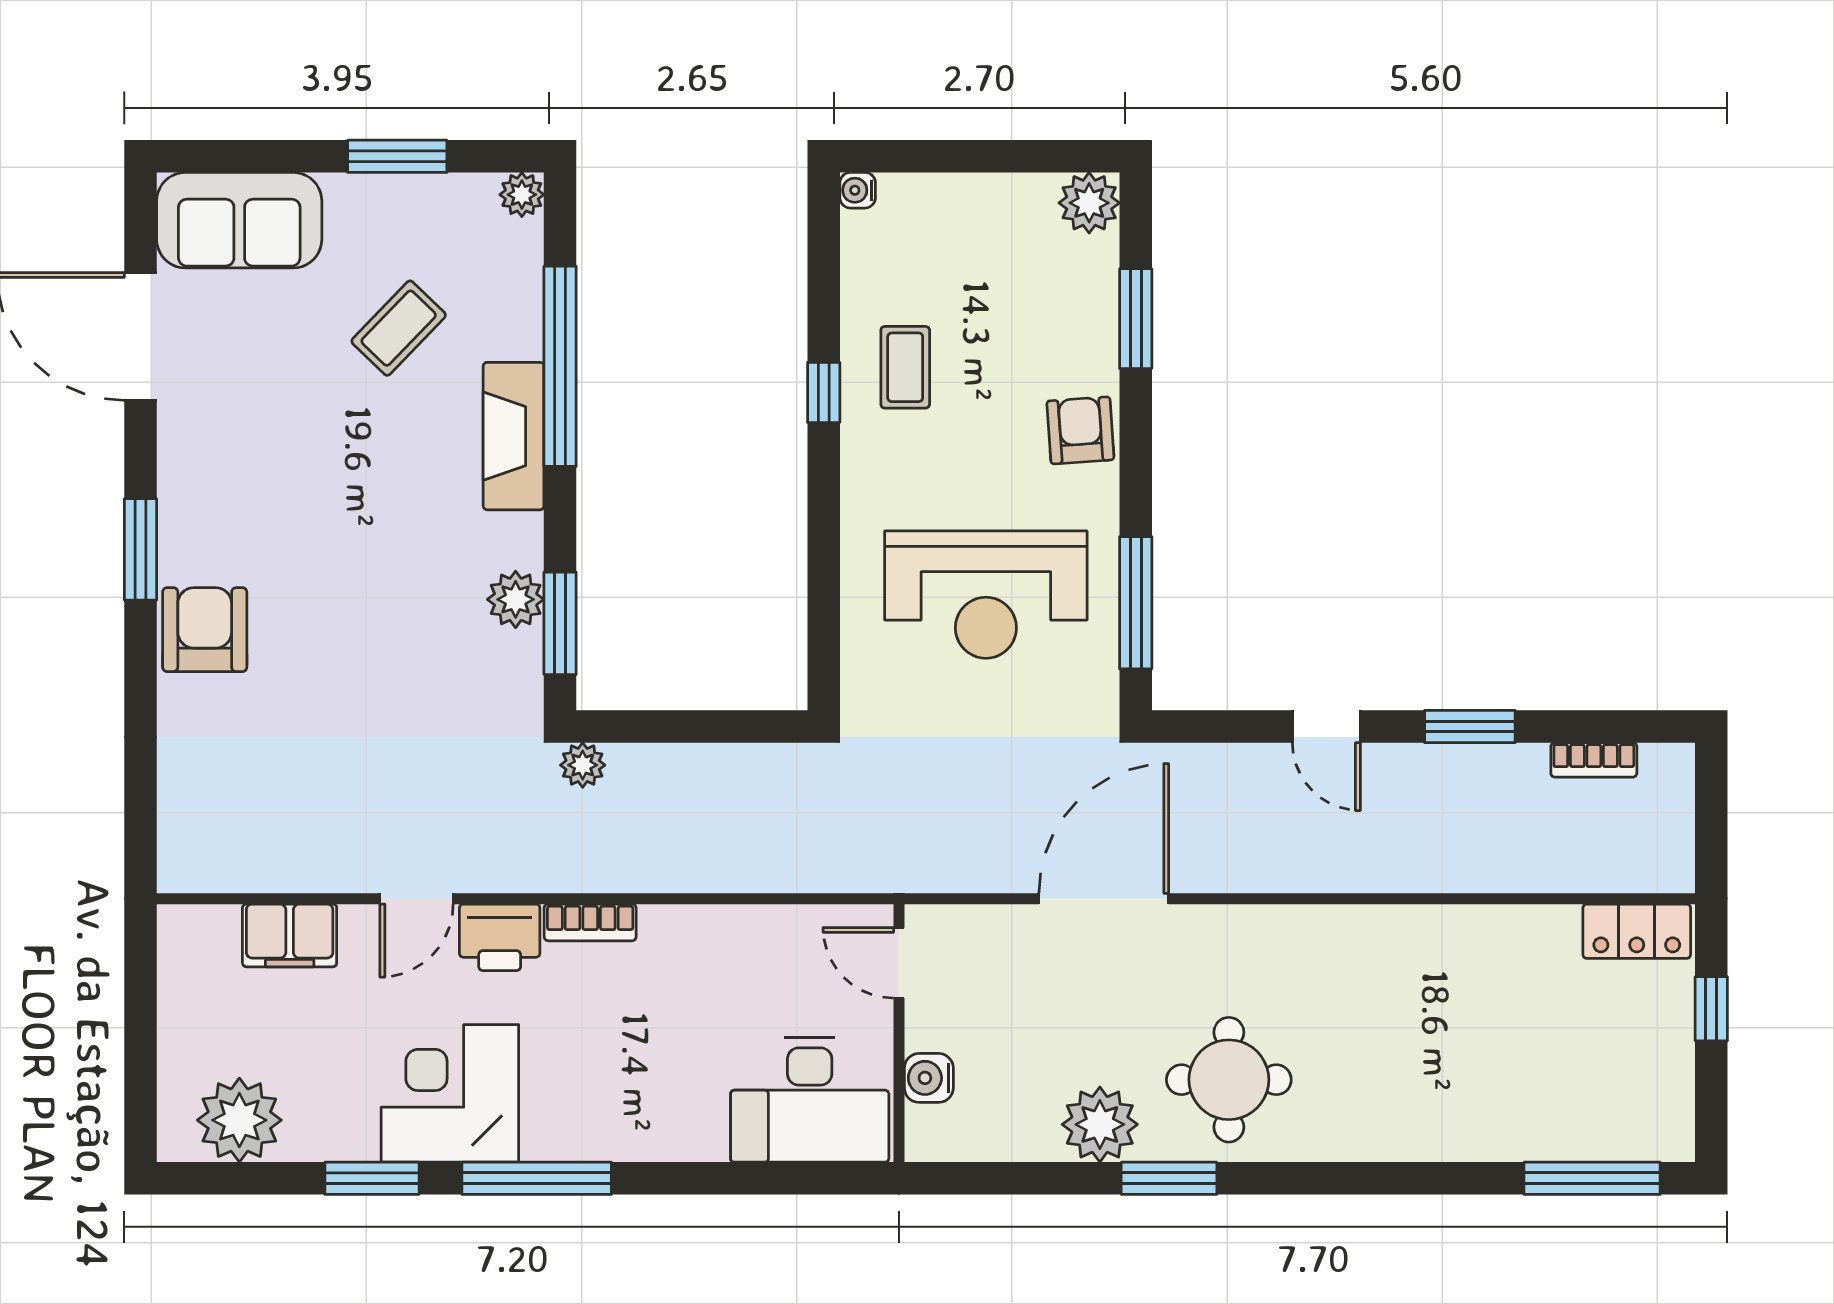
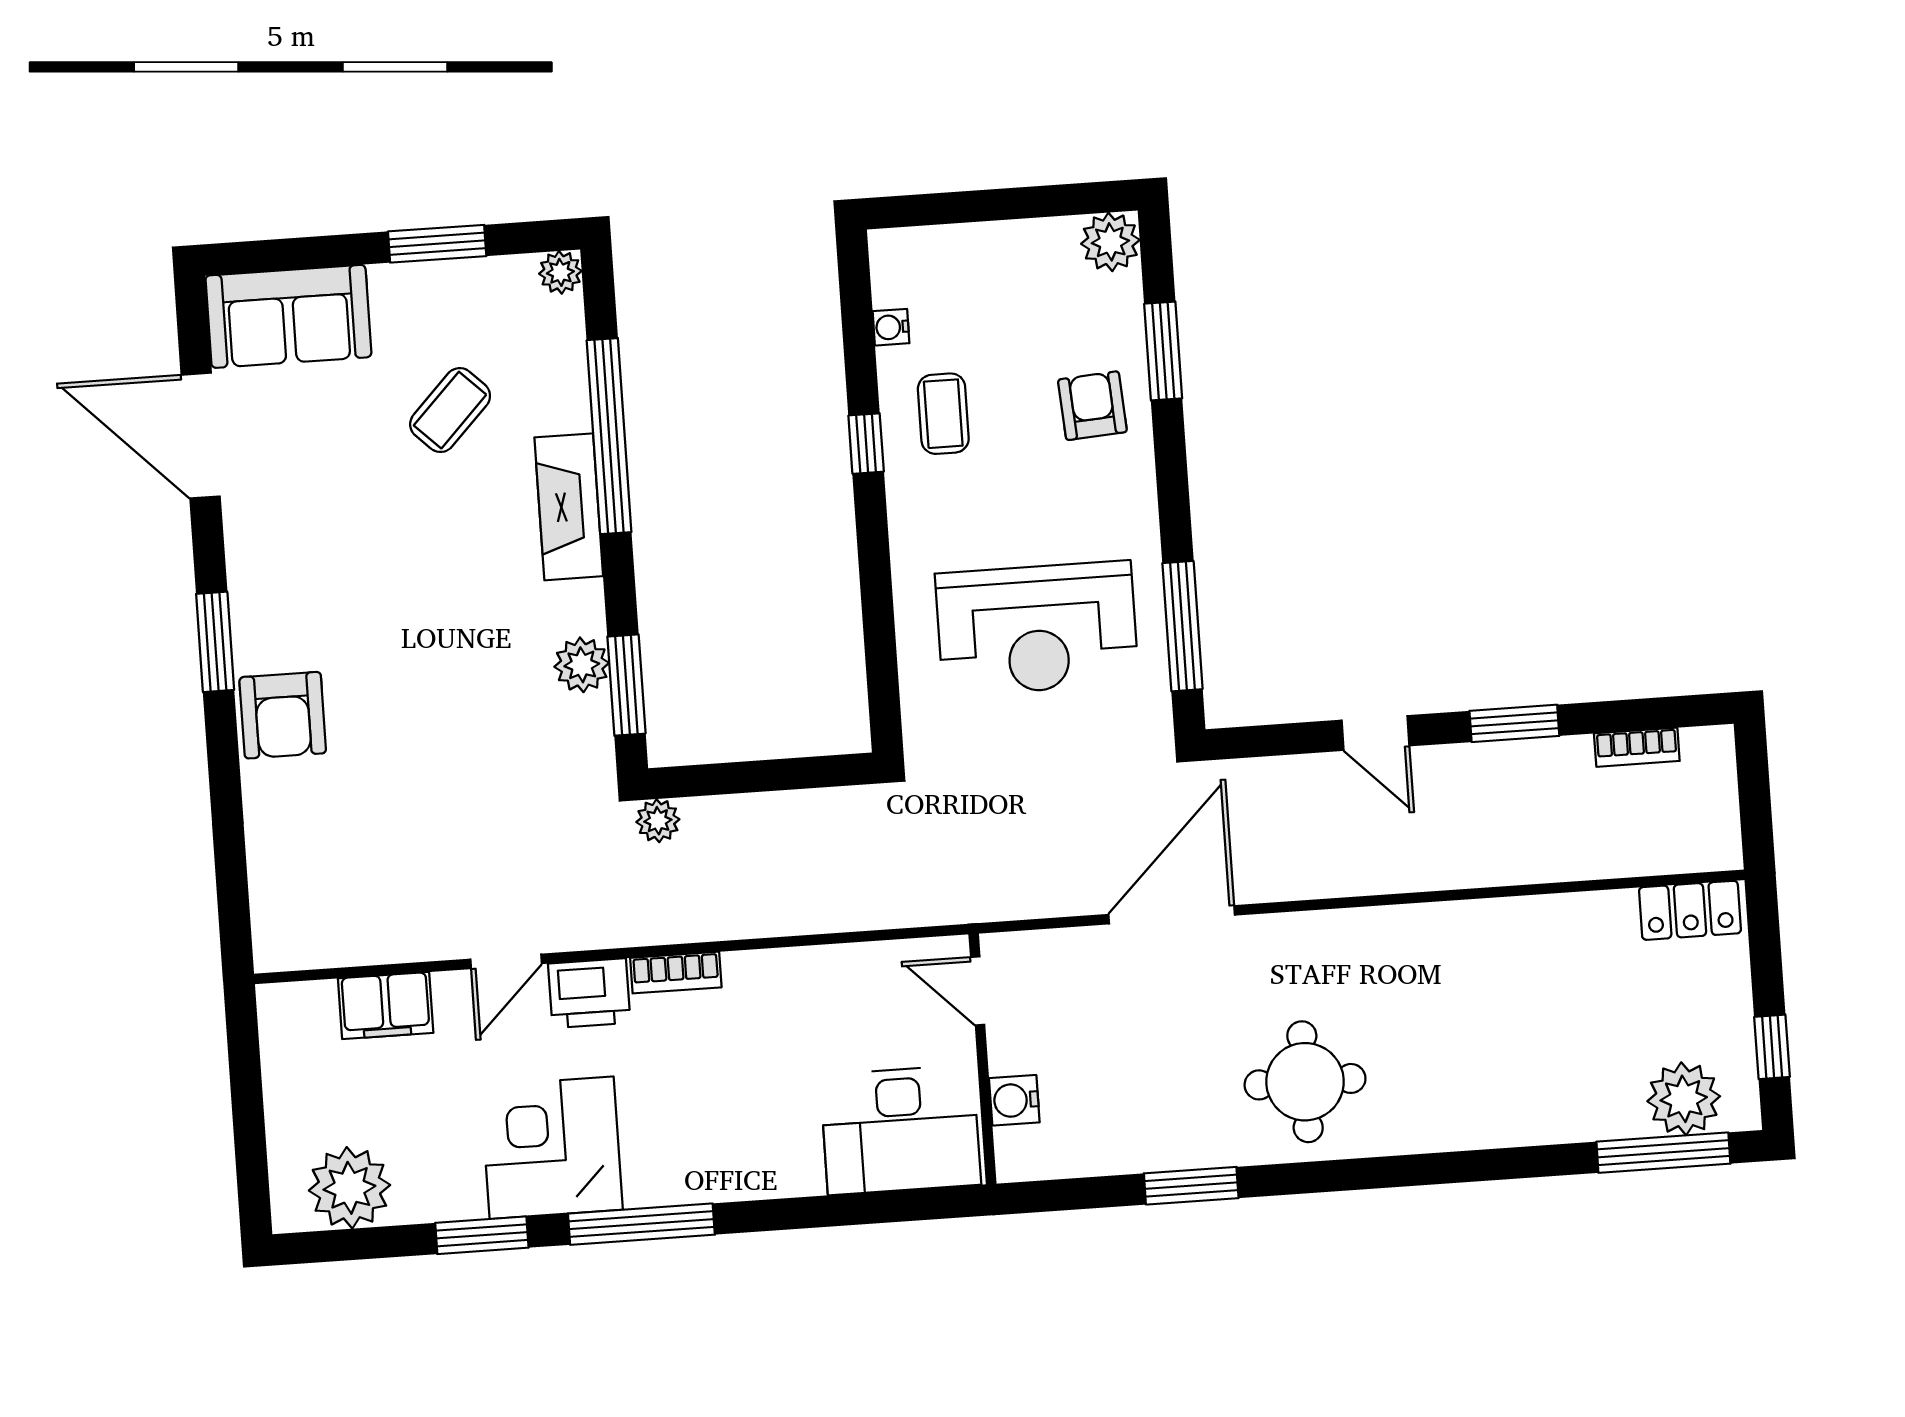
water cooler: (858, 190) -> (891, 327), moved
armchair: (1080, 430) -> (1092, 406), moved
armchair: (205, 630) -> (283, 715), turned 180
window: (1711, 1009) -> (1772, 1047), moved
plant: (1100, 1124) -> (1684, 1099), moved
window: (1169, 1178) -> (1191, 1186), moved

